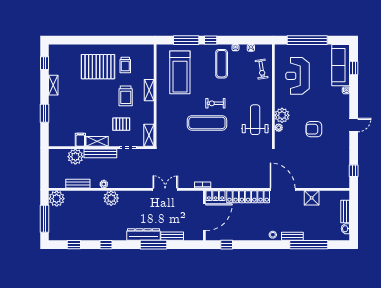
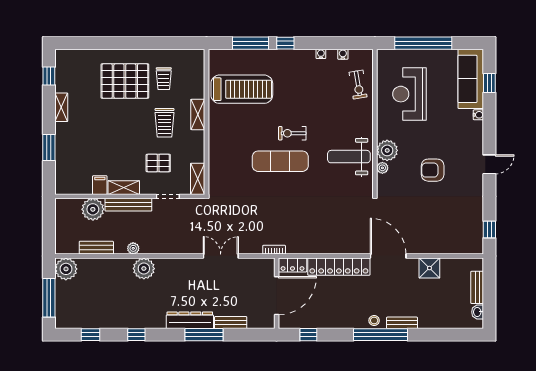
exercise mat: (222, 64) -> (301, 77), removed
treadmill: (180, 72) -> (242, 89), turned -90
weight bench: (255, 120) -> (349, 157), turned -90
window: (309, 245) -> (381, 335), moved

